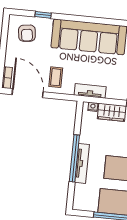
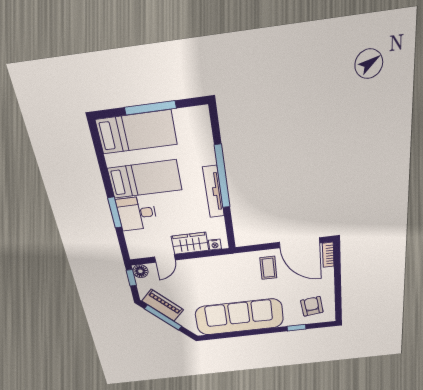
tv unit: (90, 91) -> (223, 262), removed
tv unit: (82, 163) -> (214, 192), moved

